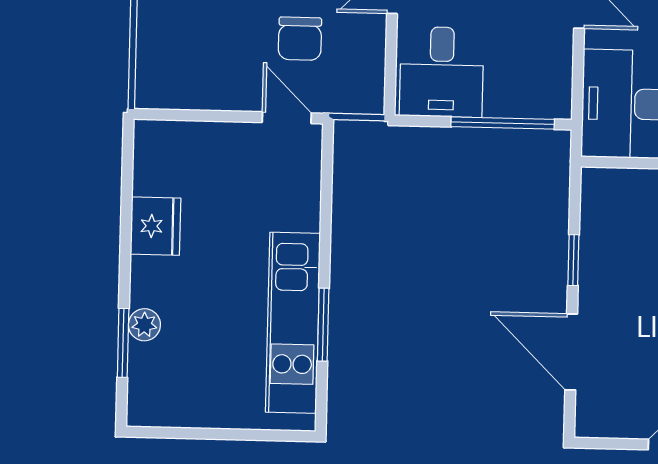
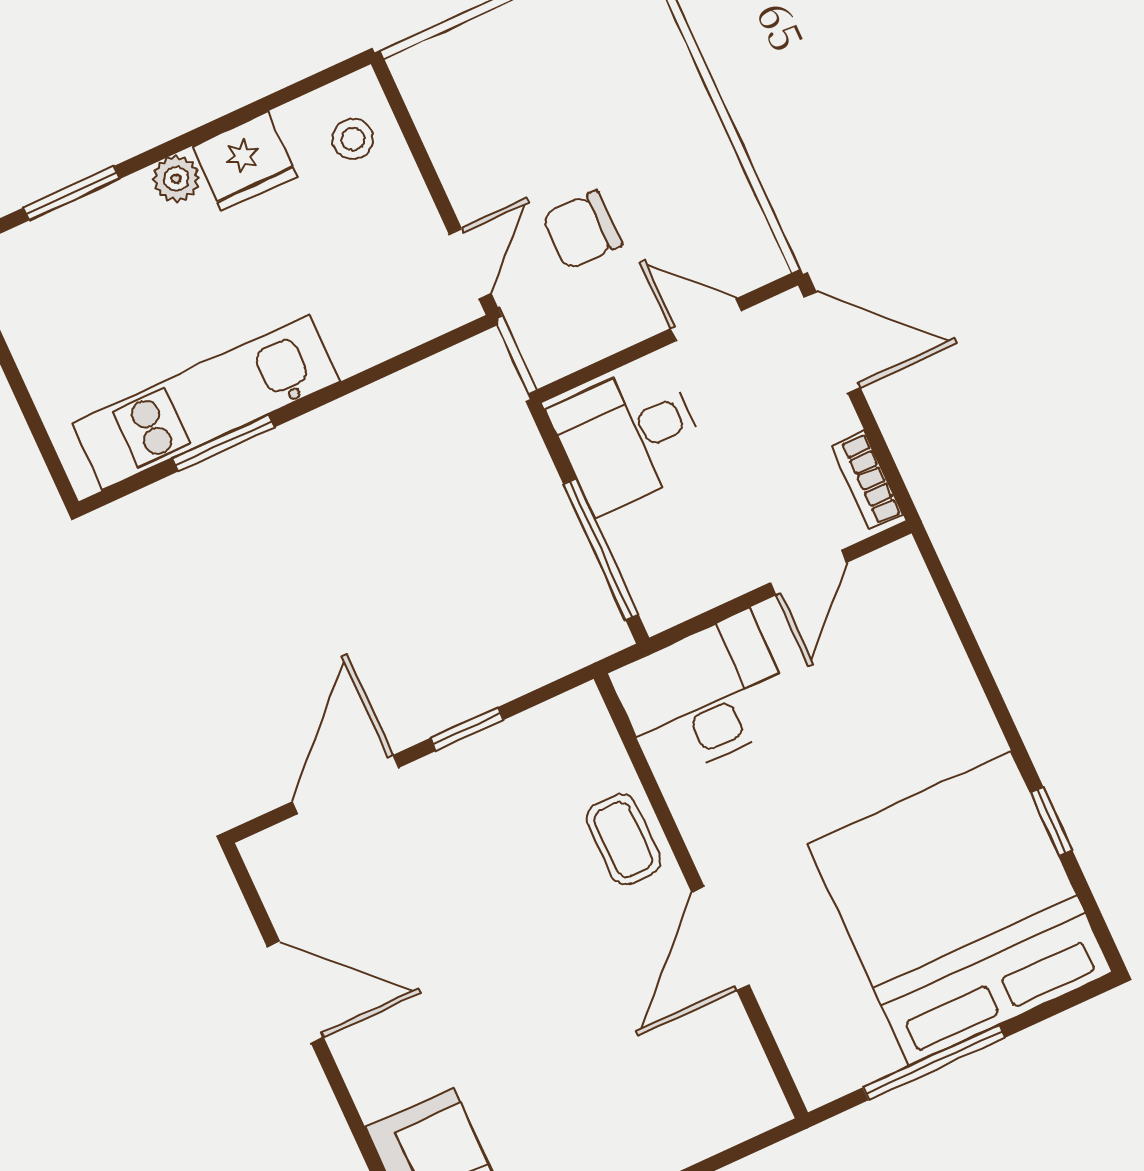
stool: (174, 153) -> (353, 139), added
plant: (144, 325) -> (176, 179), moved

